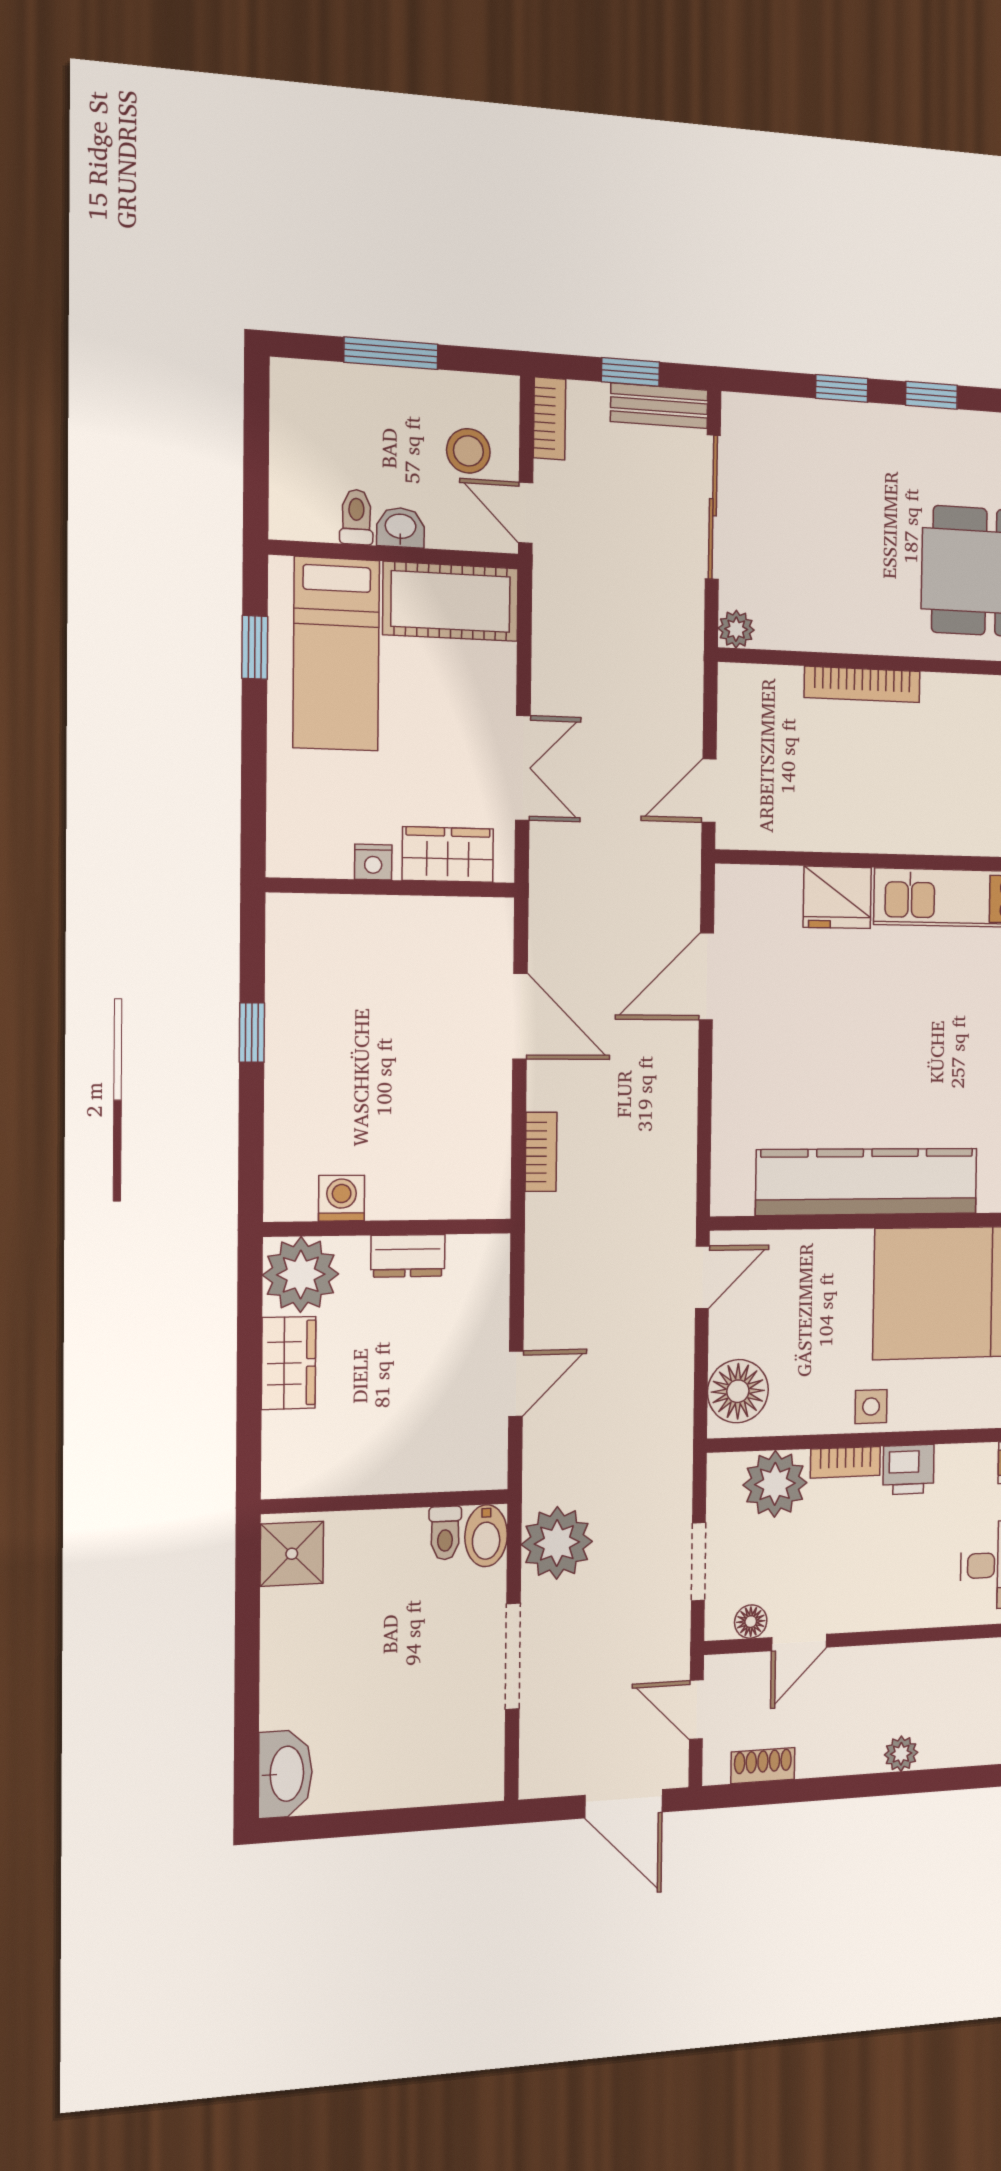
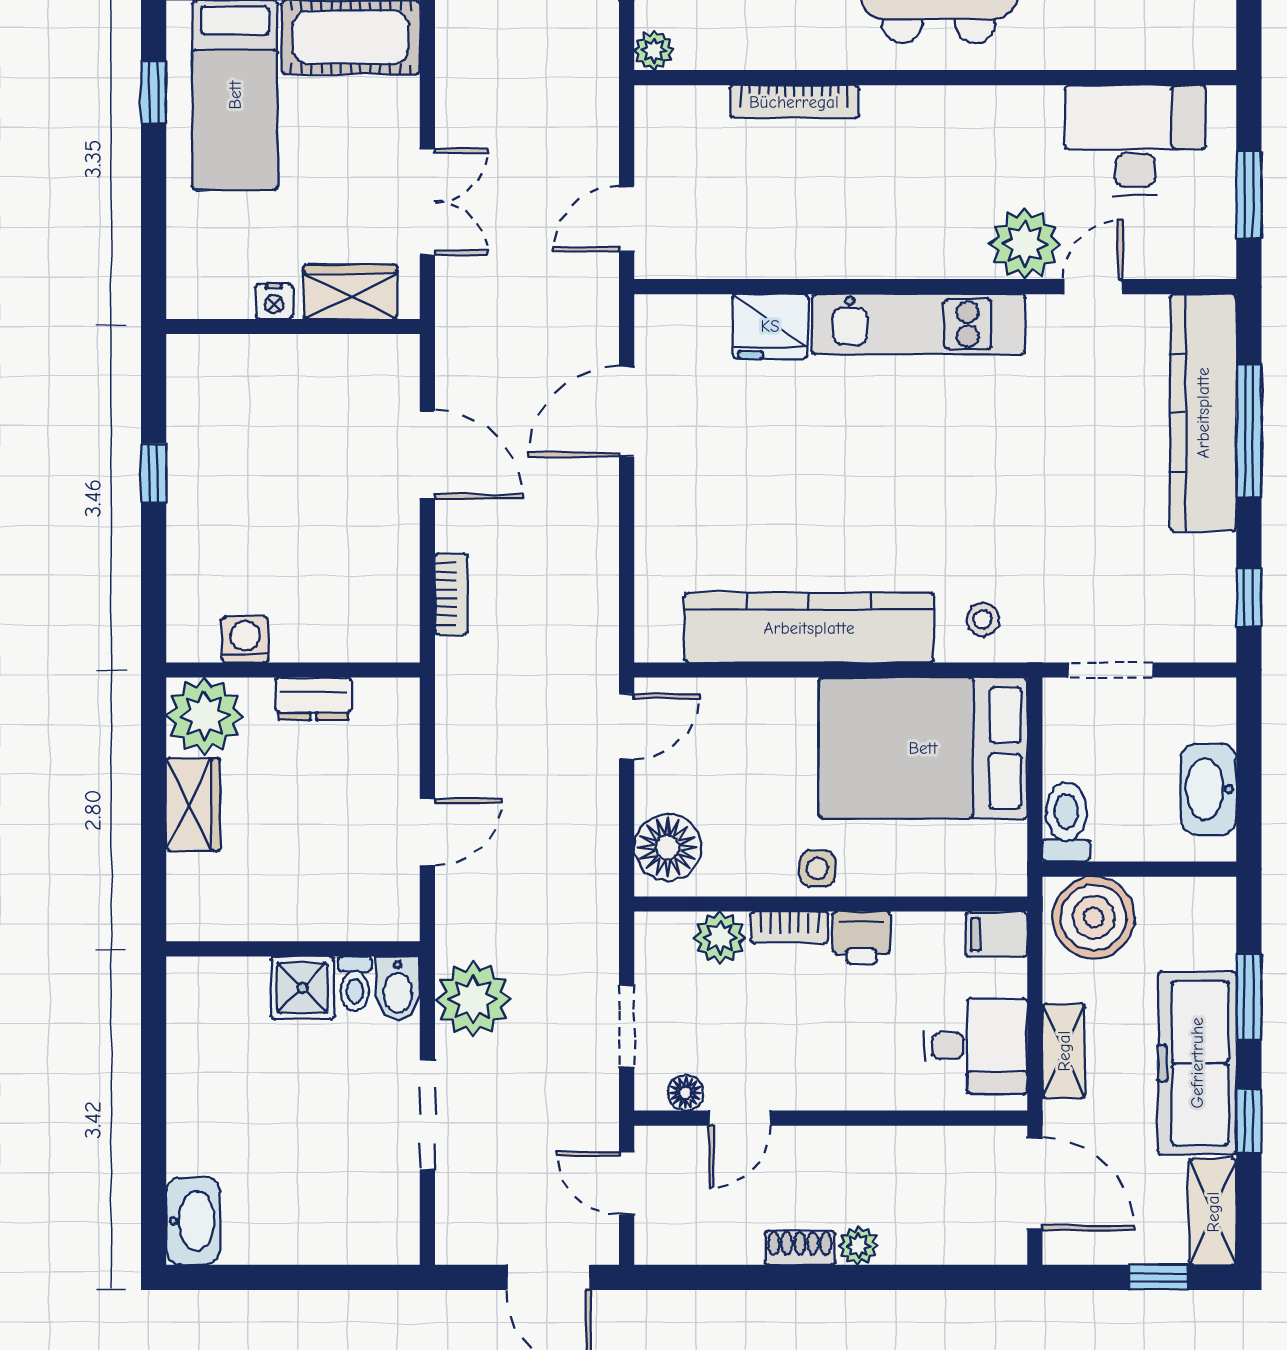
plant: (775, 1484) -> (720, 938), width x0.73, depth x0.73
shower: (292, 1554) -> (302, 988), moved
shoe rack: (763, 1766) -> (800, 1248), moved

